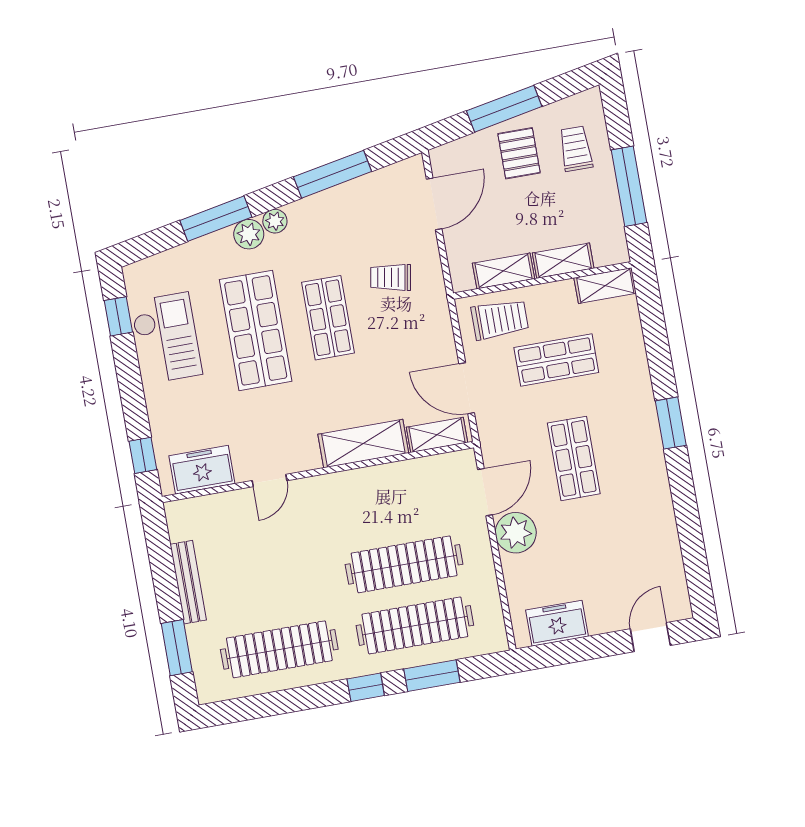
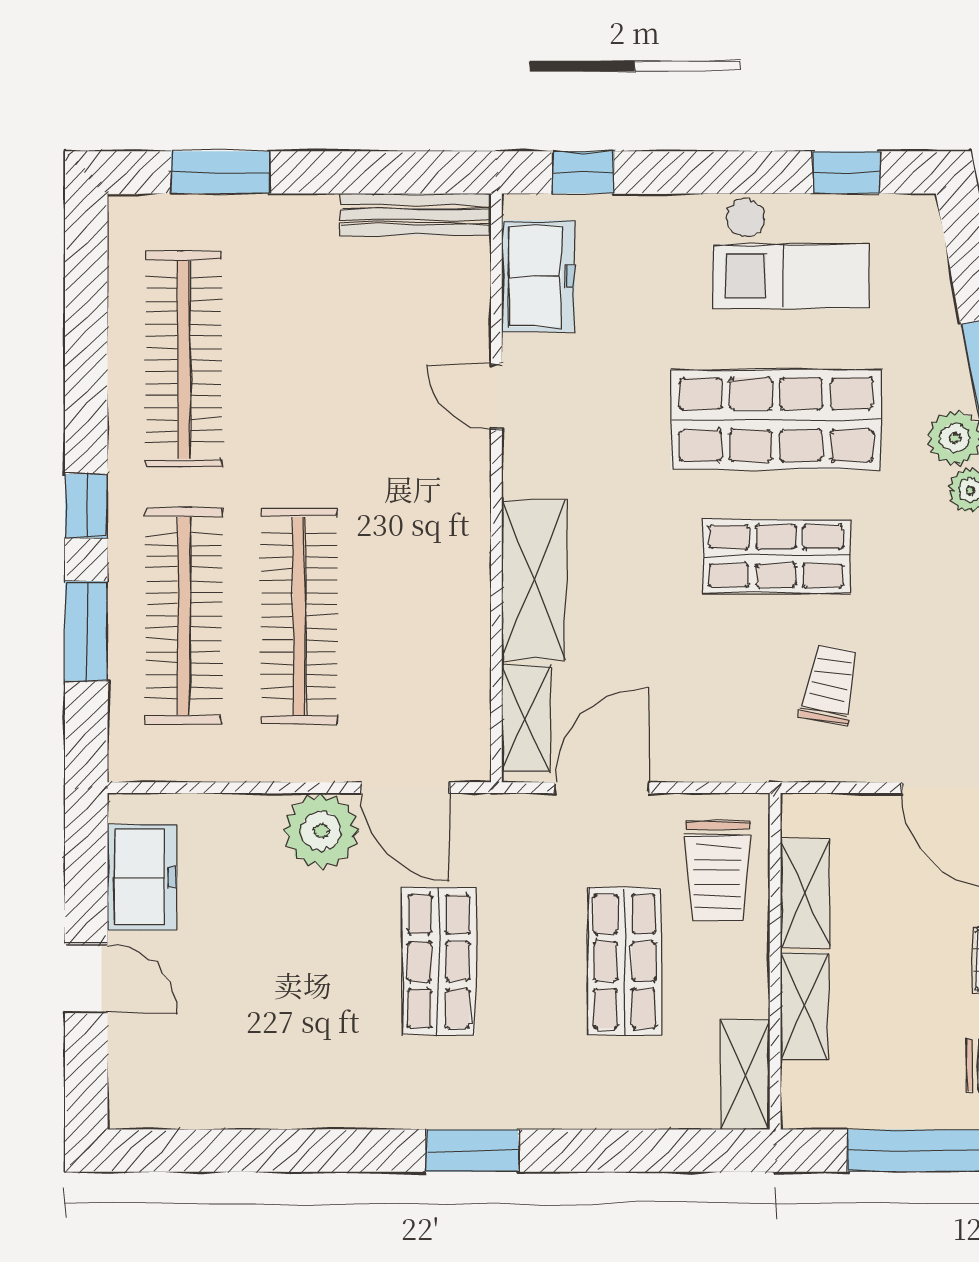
shop shelf: (574, 458) -> (439, 961), turned 90
bench: (188, 582) -> (416, 215), moved
door: (650, 637) -> (86, 979), moved

